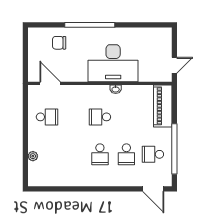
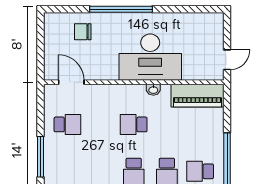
piano: (163, 106) -> (197, 96), moved, turned -90
window: (25, 143) -> (40, 157), added
plant: (33, 156) -> (50, 174), removed

